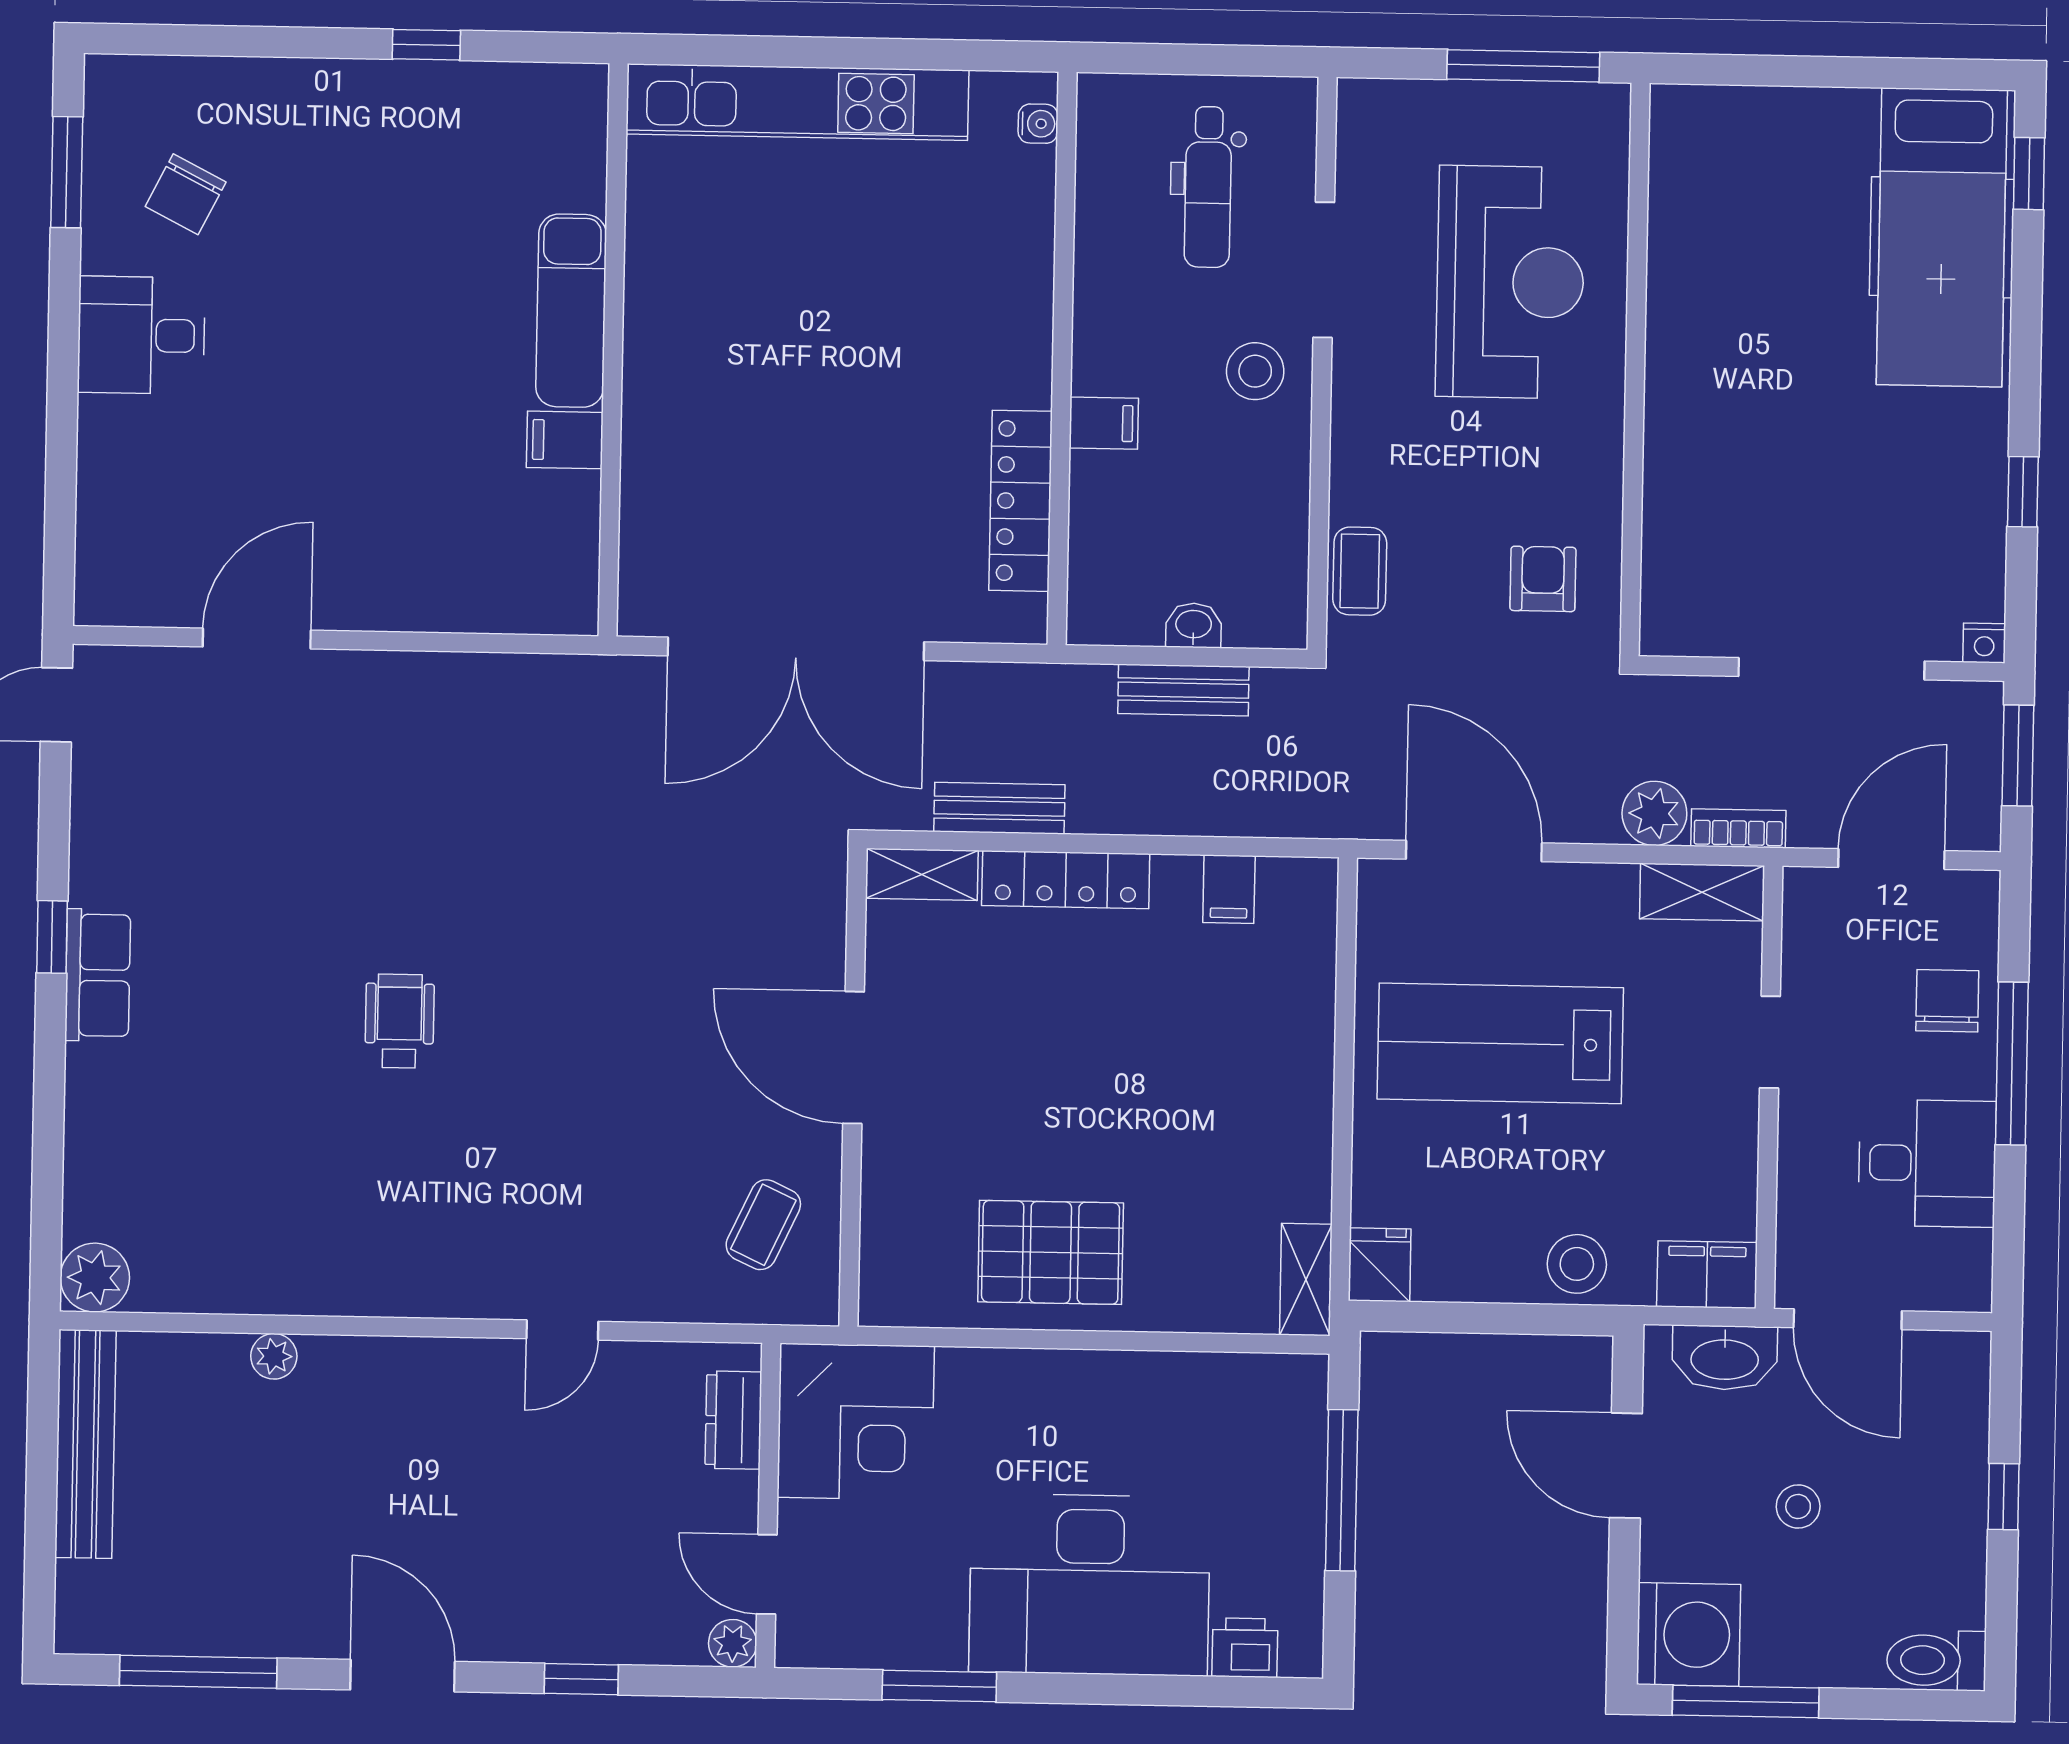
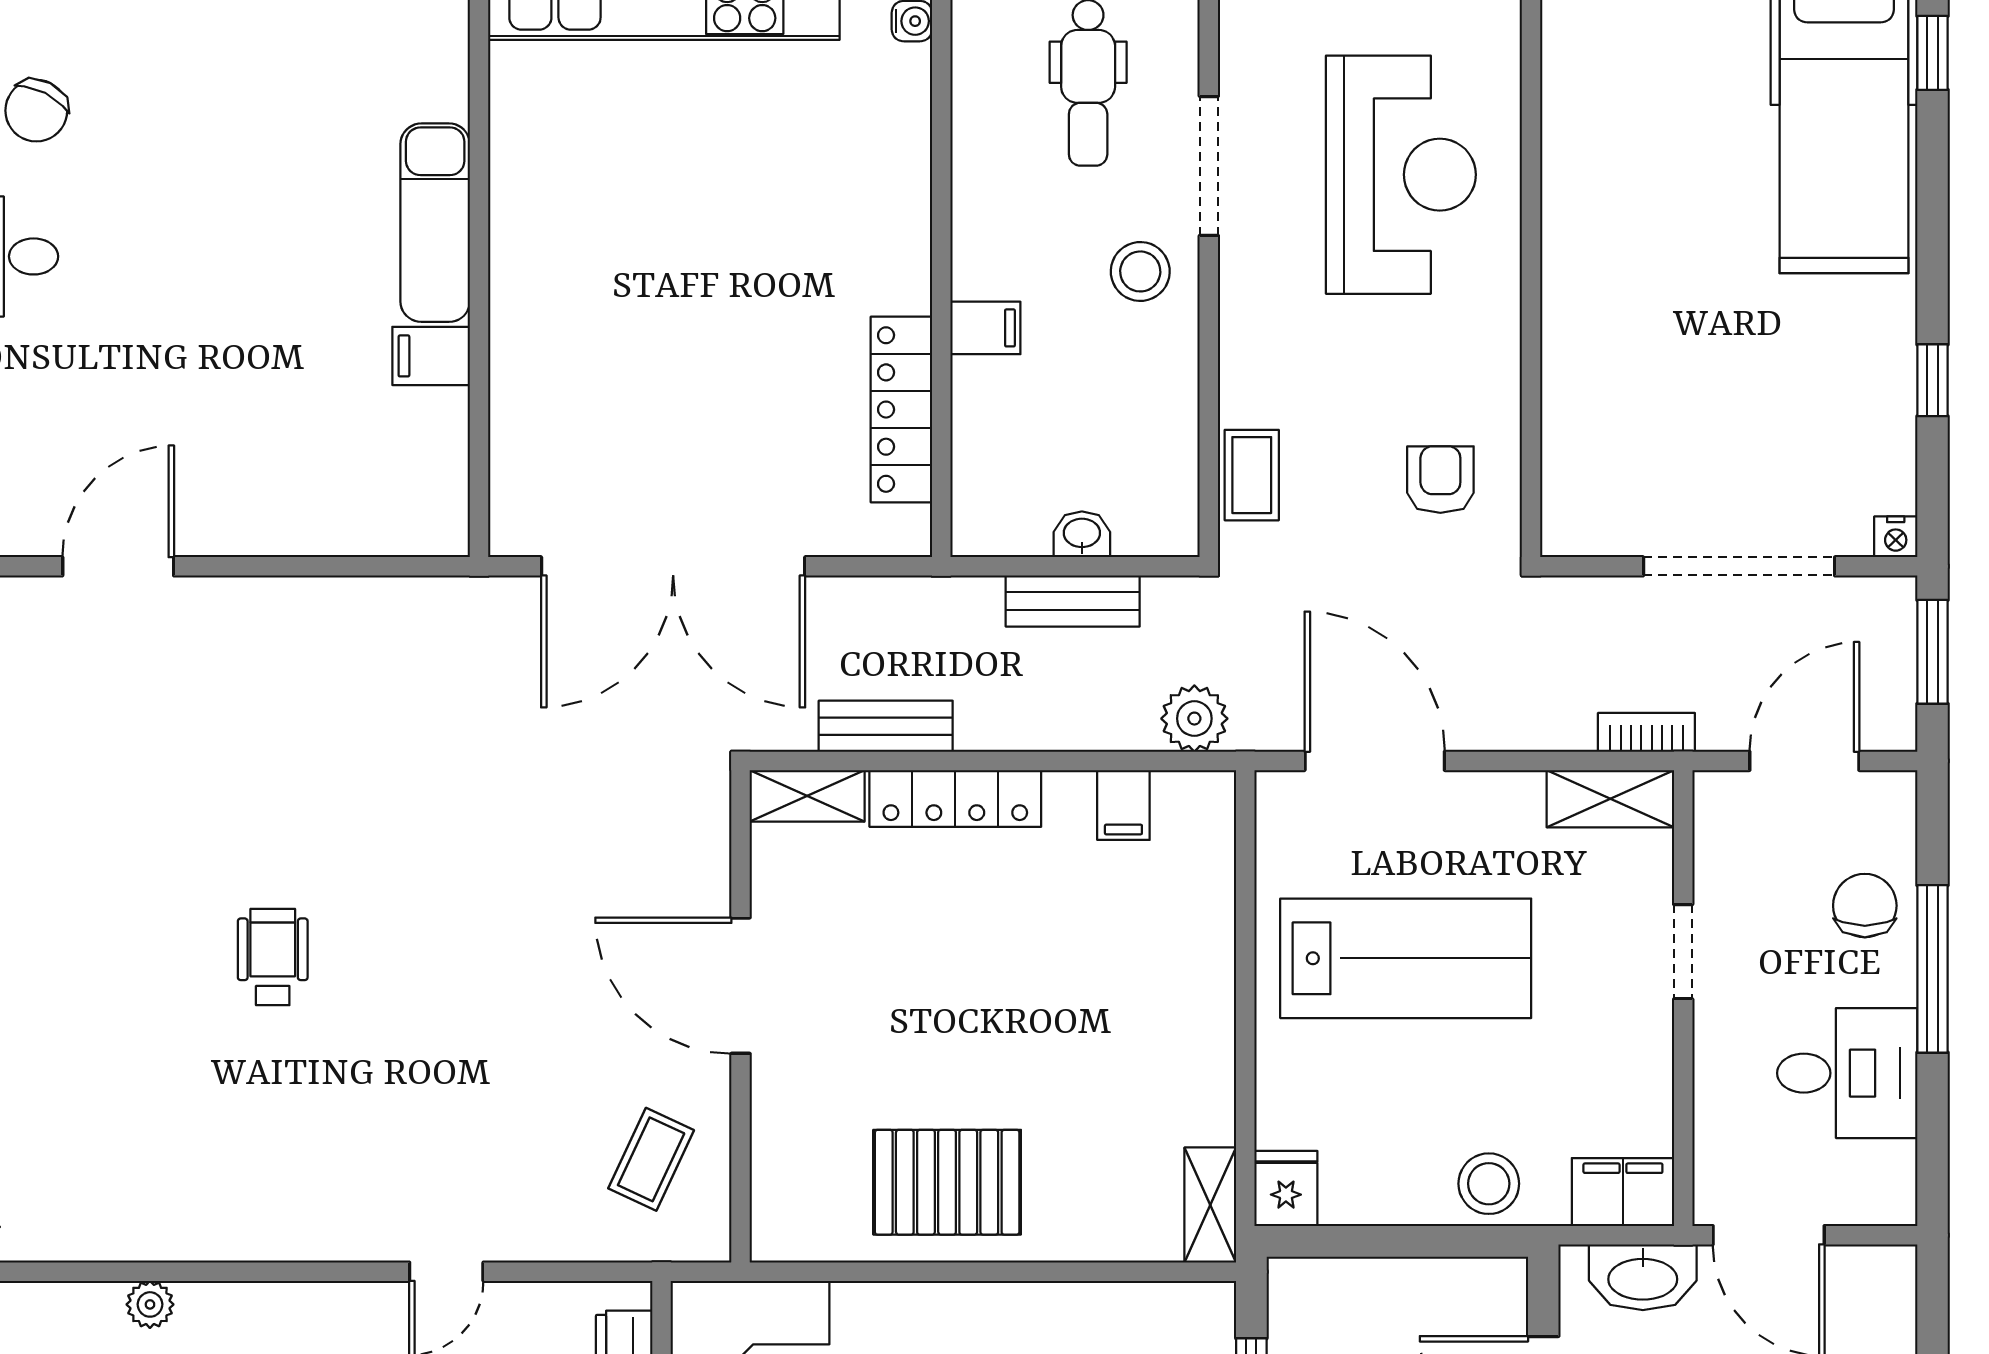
plant: (1654, 813) -> (1194, 719), moved
lab bench: (1500, 1043) -> (1406, 958), turned 180

